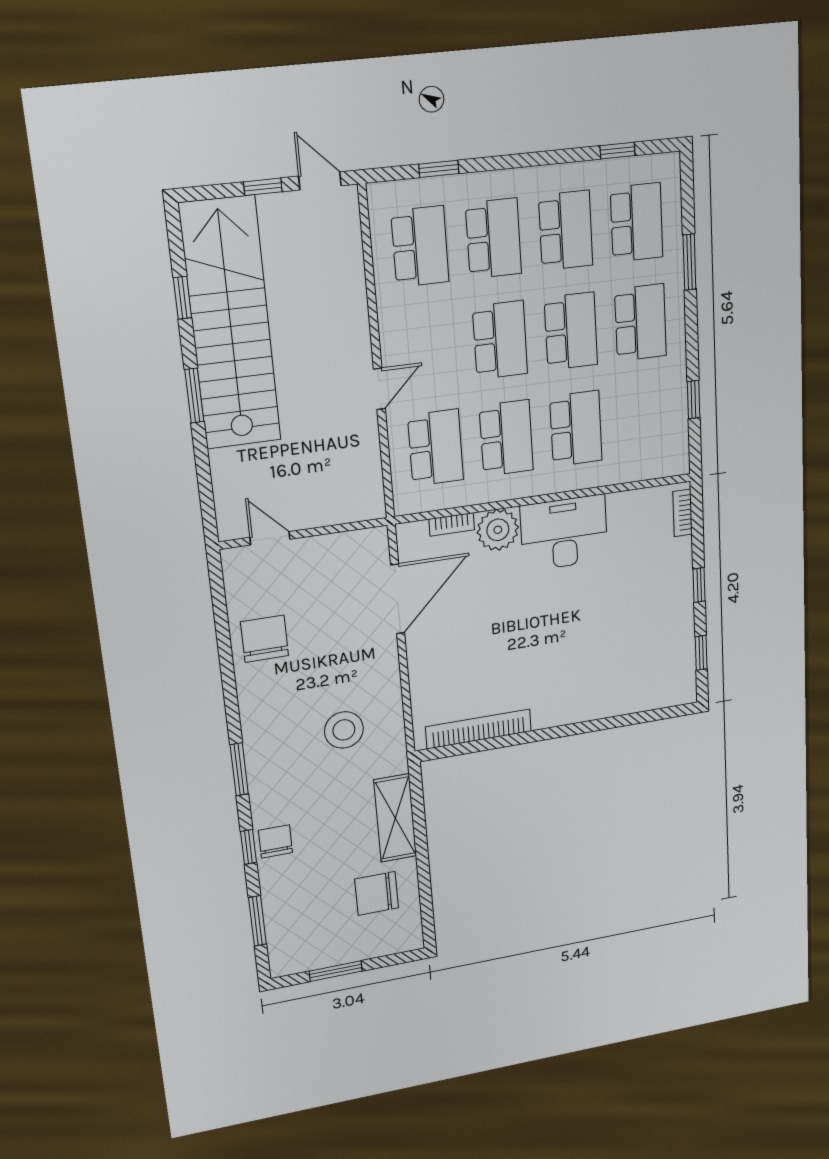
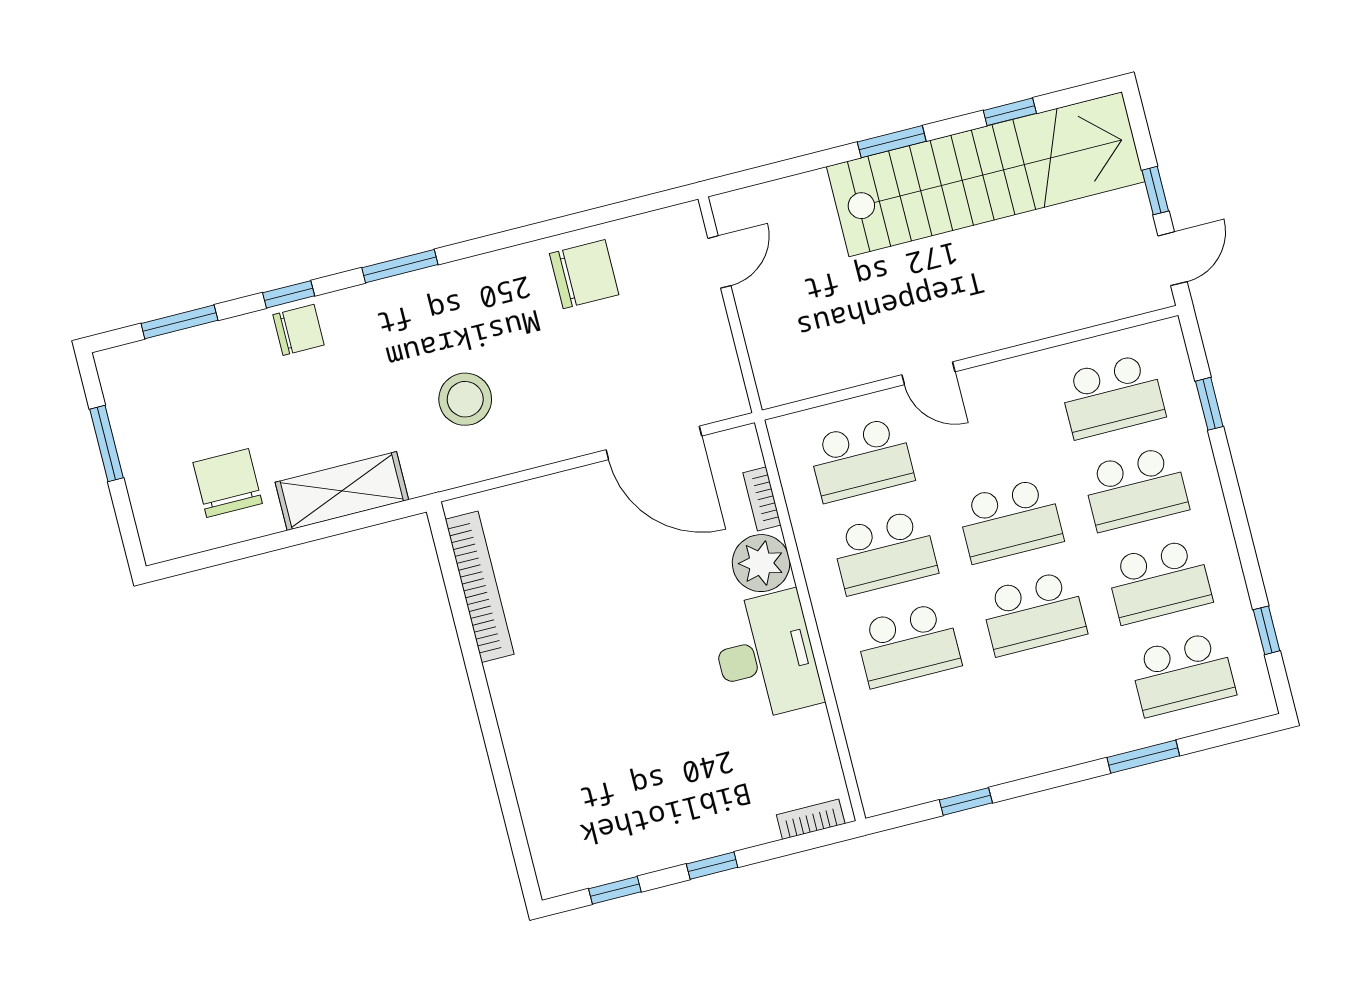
school desk: (641, 323) -> (1057, 706), removed

